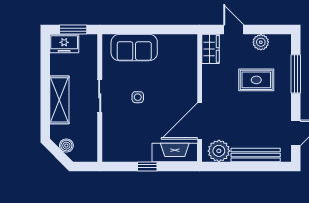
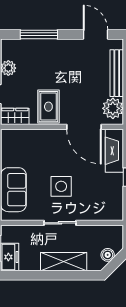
rug: (256, 80) -> (48, 107), moved
side table: (138, 97) -> (61, 186), width x1.87, depth x1.87

